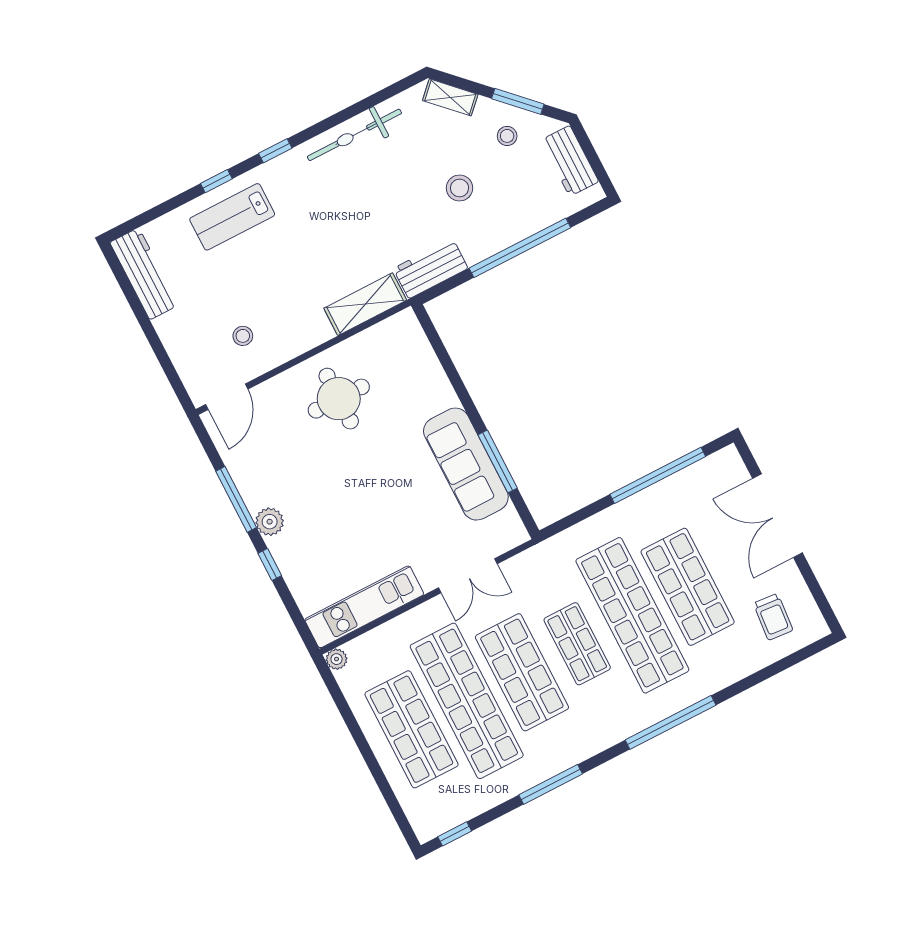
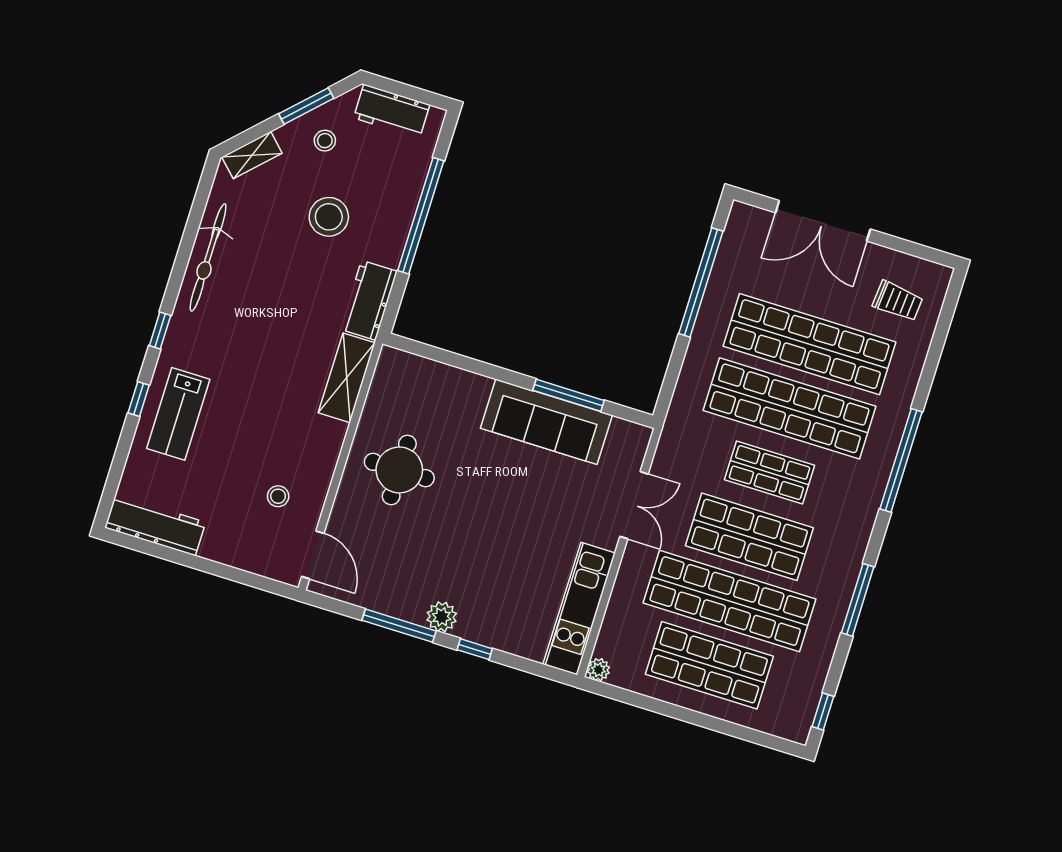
stool: (460, 188) -> (329, 217), width x1.38, depth x1.38
shop shelf: (688, 587) -> (809, 344), width x1.40

